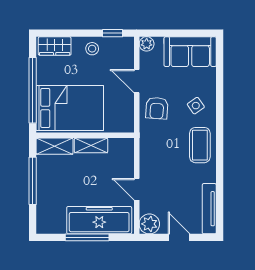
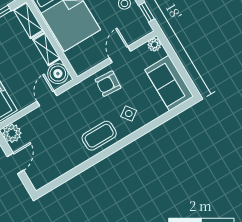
boiler: (120, 149) -> (58, 74), added
door: (137, 189) -> (47, 98), moved
tv unit: (209, 209) -> (53, 174), removed

